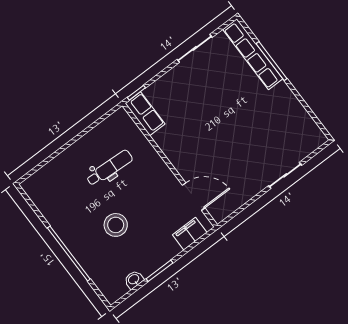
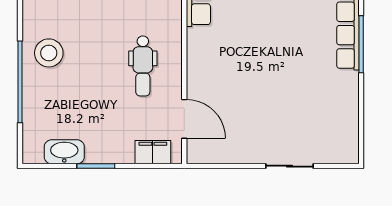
dental chair: (109, 168) -> (143, 66), moved, turned 87
stool: (116, 225) -> (49, 53), moved
washbasin: (134, 280) -> (64, 152), width x1.91, depth x1.45

